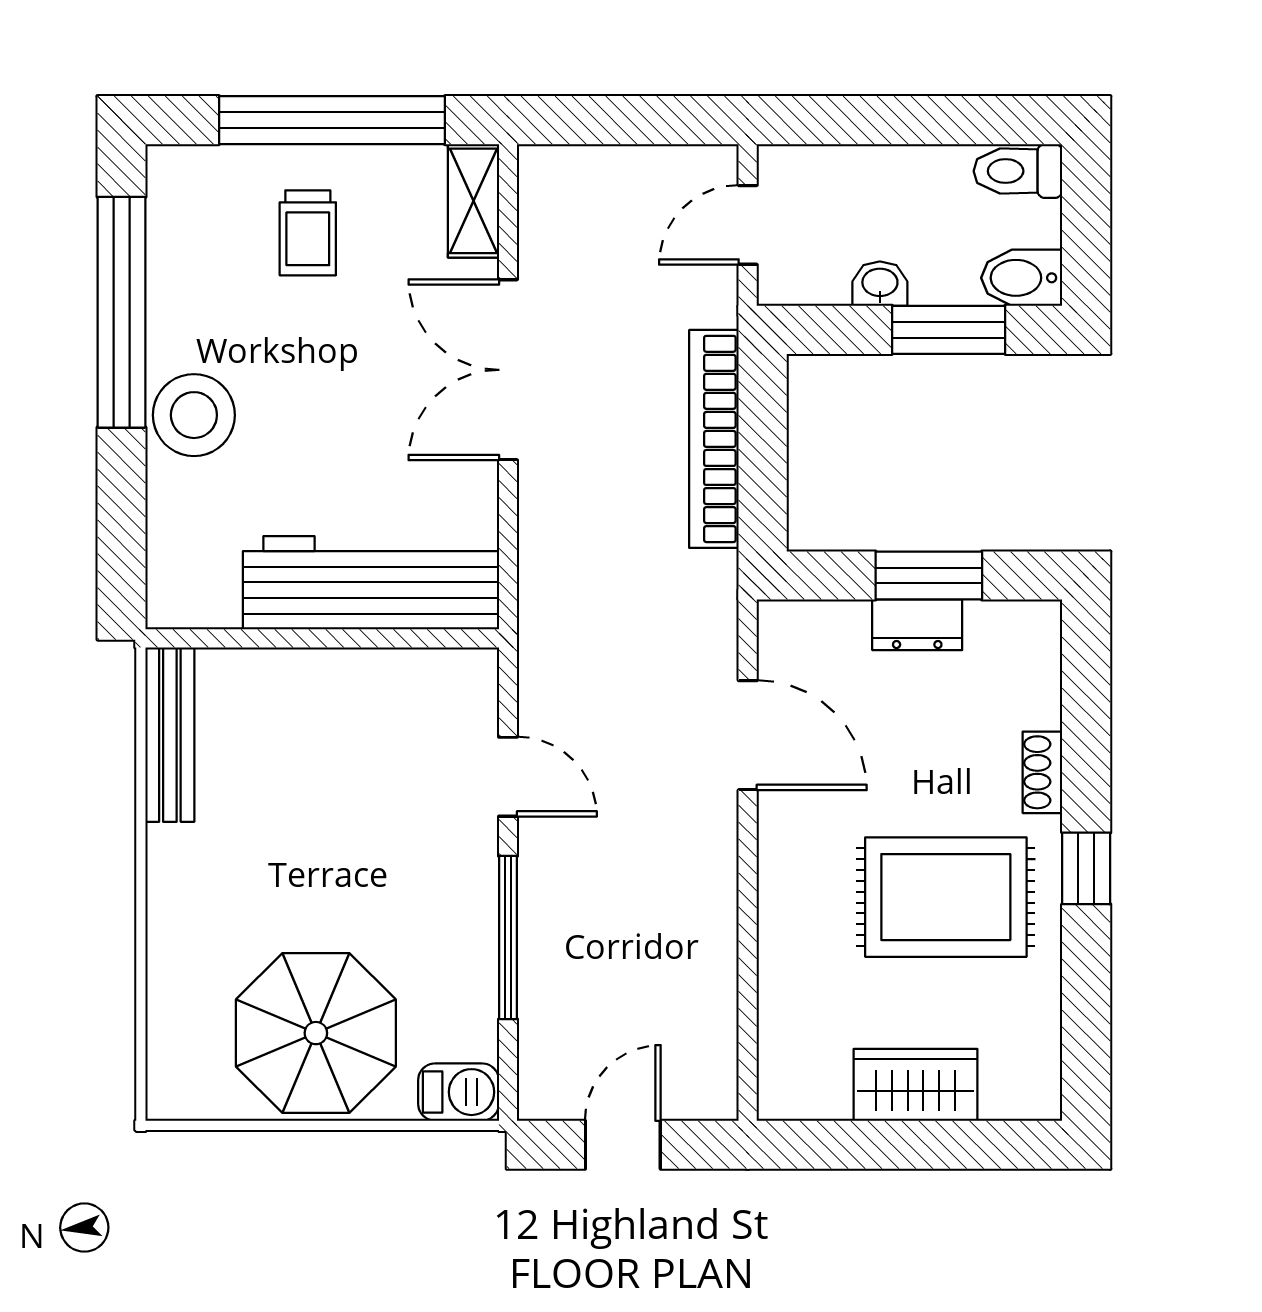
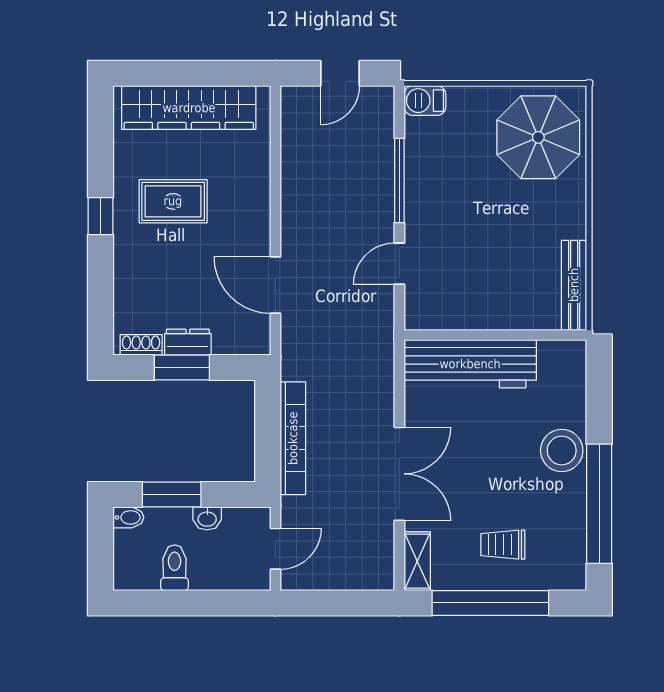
toilet: (1018, 171) -> (175, 568), moved, turned -90
trolley: (308, 233) -> (503, 545), turned -90
bidet: (1022, 278) -> (128, 517), width x0.72, depth x0.74
shoe rack: (1042, 772) -> (141, 345), moved, turned -90
door: (508, 777) -> (399, 264), hinge flipped
rug: (946, 897) -> (173, 201), width x0.73, depth x0.70
parasol: (316, 1033) -> (538, 137), moved
wardrobe: (915, 1085) -> (189, 108), width x2.10, depth x1.17

